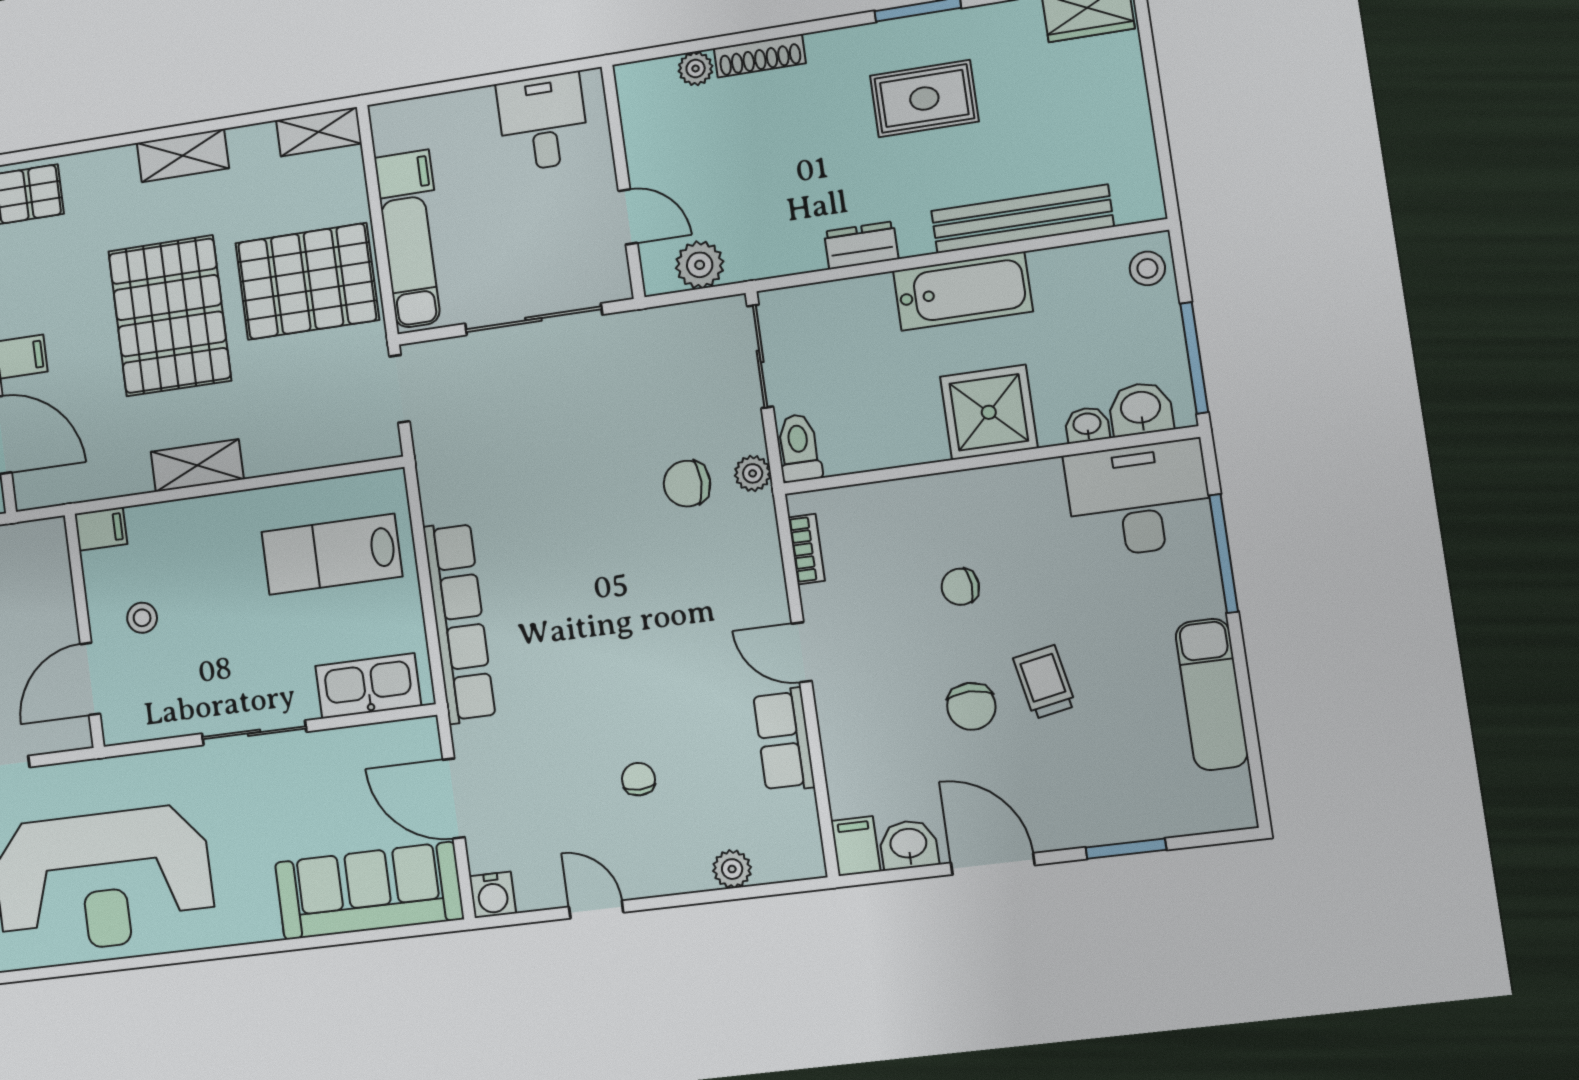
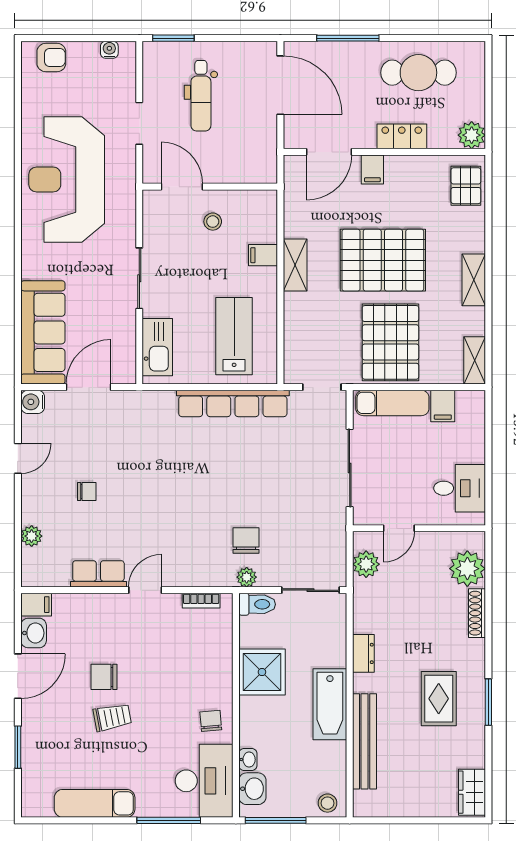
plant: (696, 68) -> (467, 569), width x1.88, depth x1.88
shower: (989, 412) -> (262, 672), moved
filing cabinet: (101, 529) -> (263, 255), moved, turned 90
chair: (960, 587) -> (211, 721), moved
row of seats: (459, 622) -> (233, 403), moved

